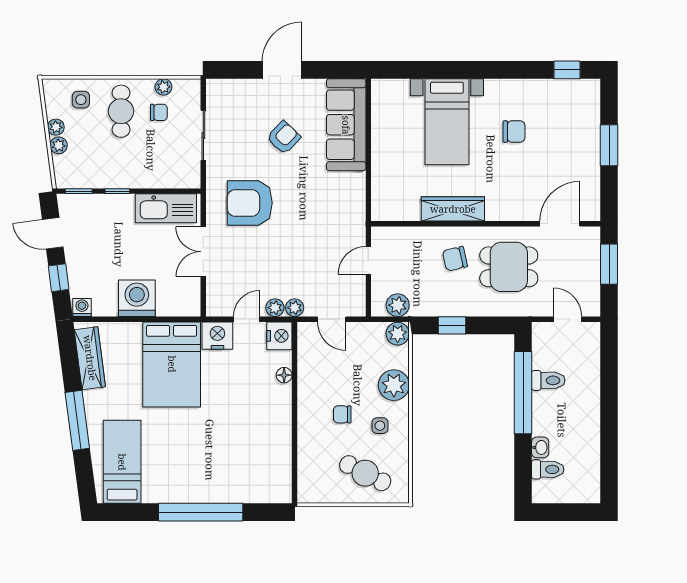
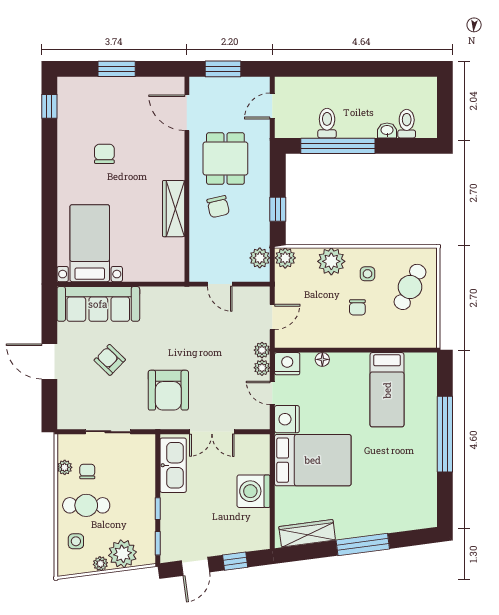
bed with nightstands: (447, 122) -> (90, 243), moved, turned -90
plant: (59, 145) -> (123, 554), width x1.88, depth x1.88
washing machine: (82, 307) -> (262, 540), removed
bed: (122, 462) -> (387, 390), moved, turned -90

